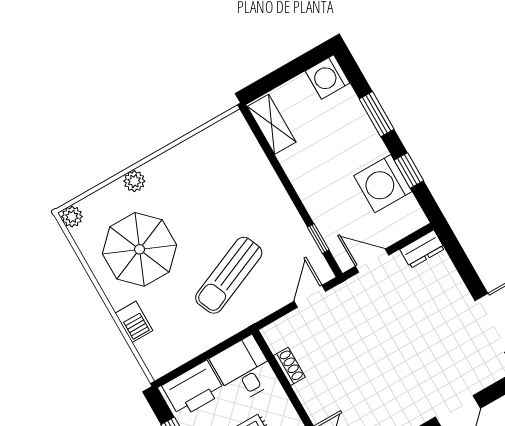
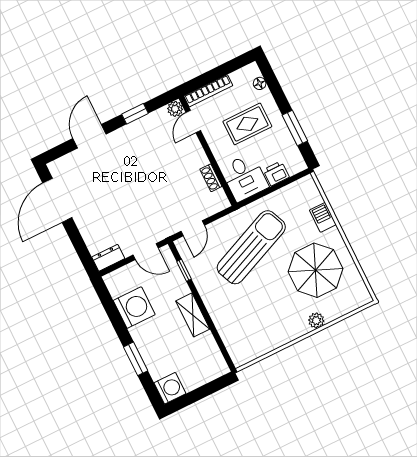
shelving: (272, 124) -> (193, 315), moved
window: (409, 170) -> (114, 316), removed
plant: (72, 217) -> (364, 297), removed
sun lounger: (229, 275) -> (251, 247), width x1.36, depth x1.34
printer: (194, 389) -> (276, 173), width x0.53, depth x0.68

